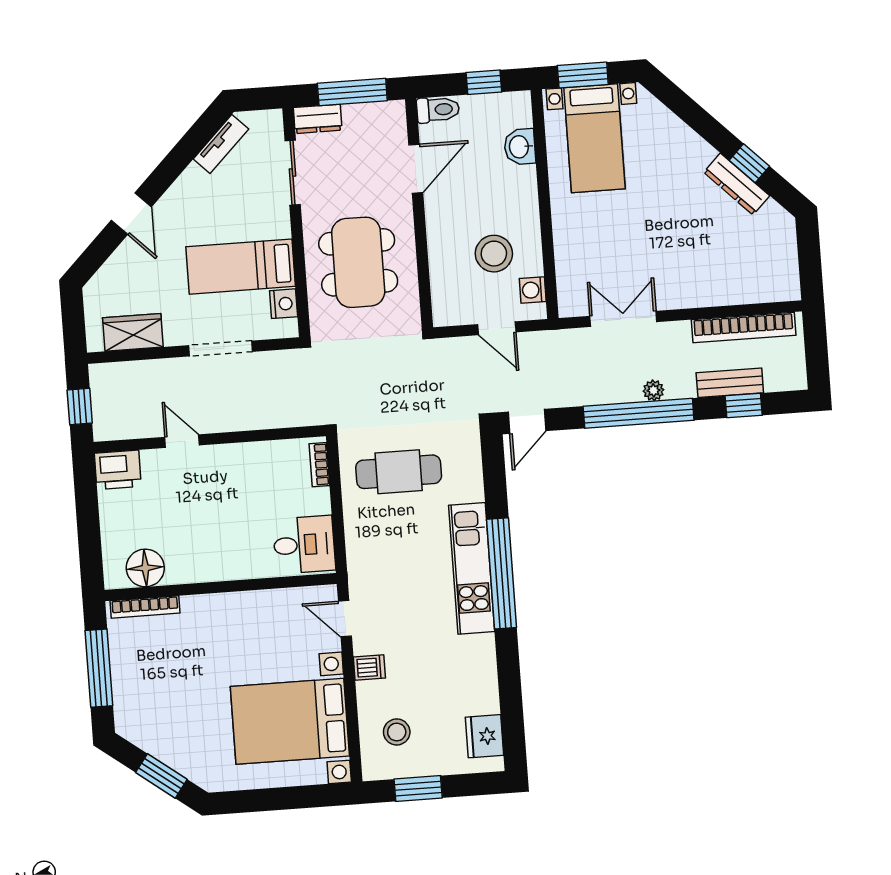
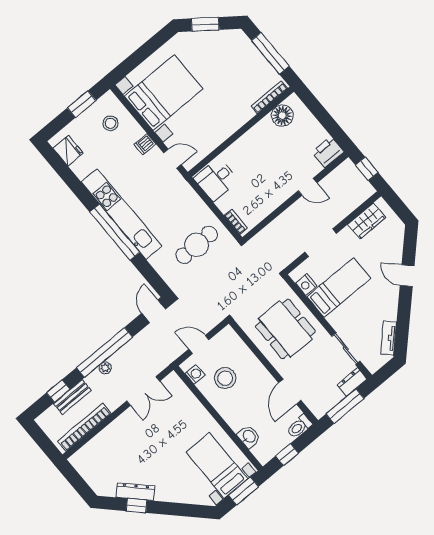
kitchen unit: (472, 568) -> (122, 214), width x1.36

